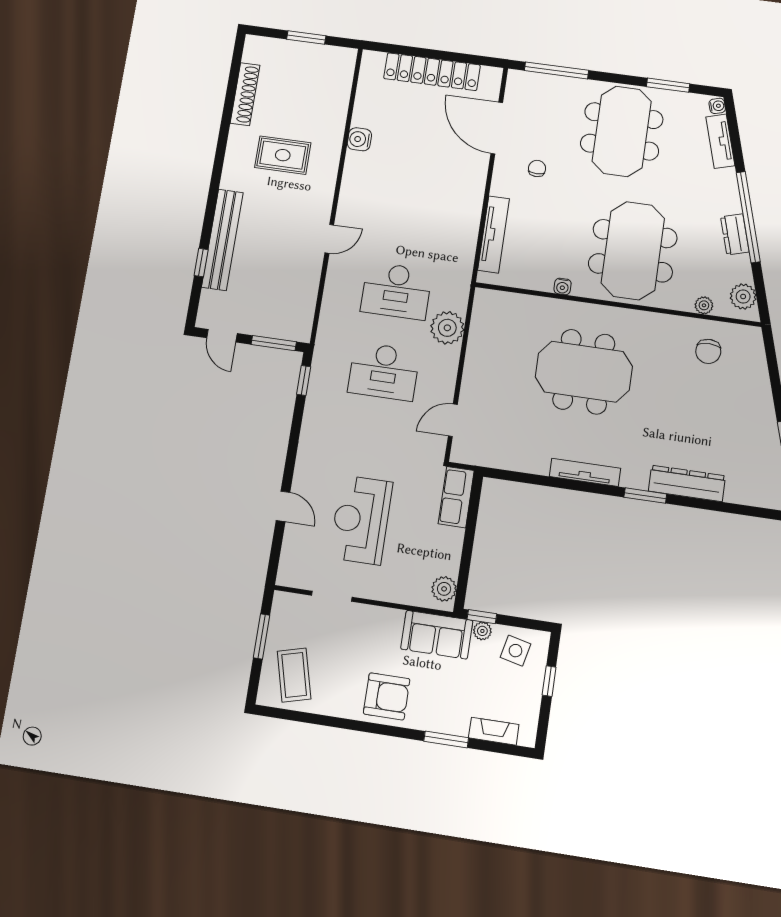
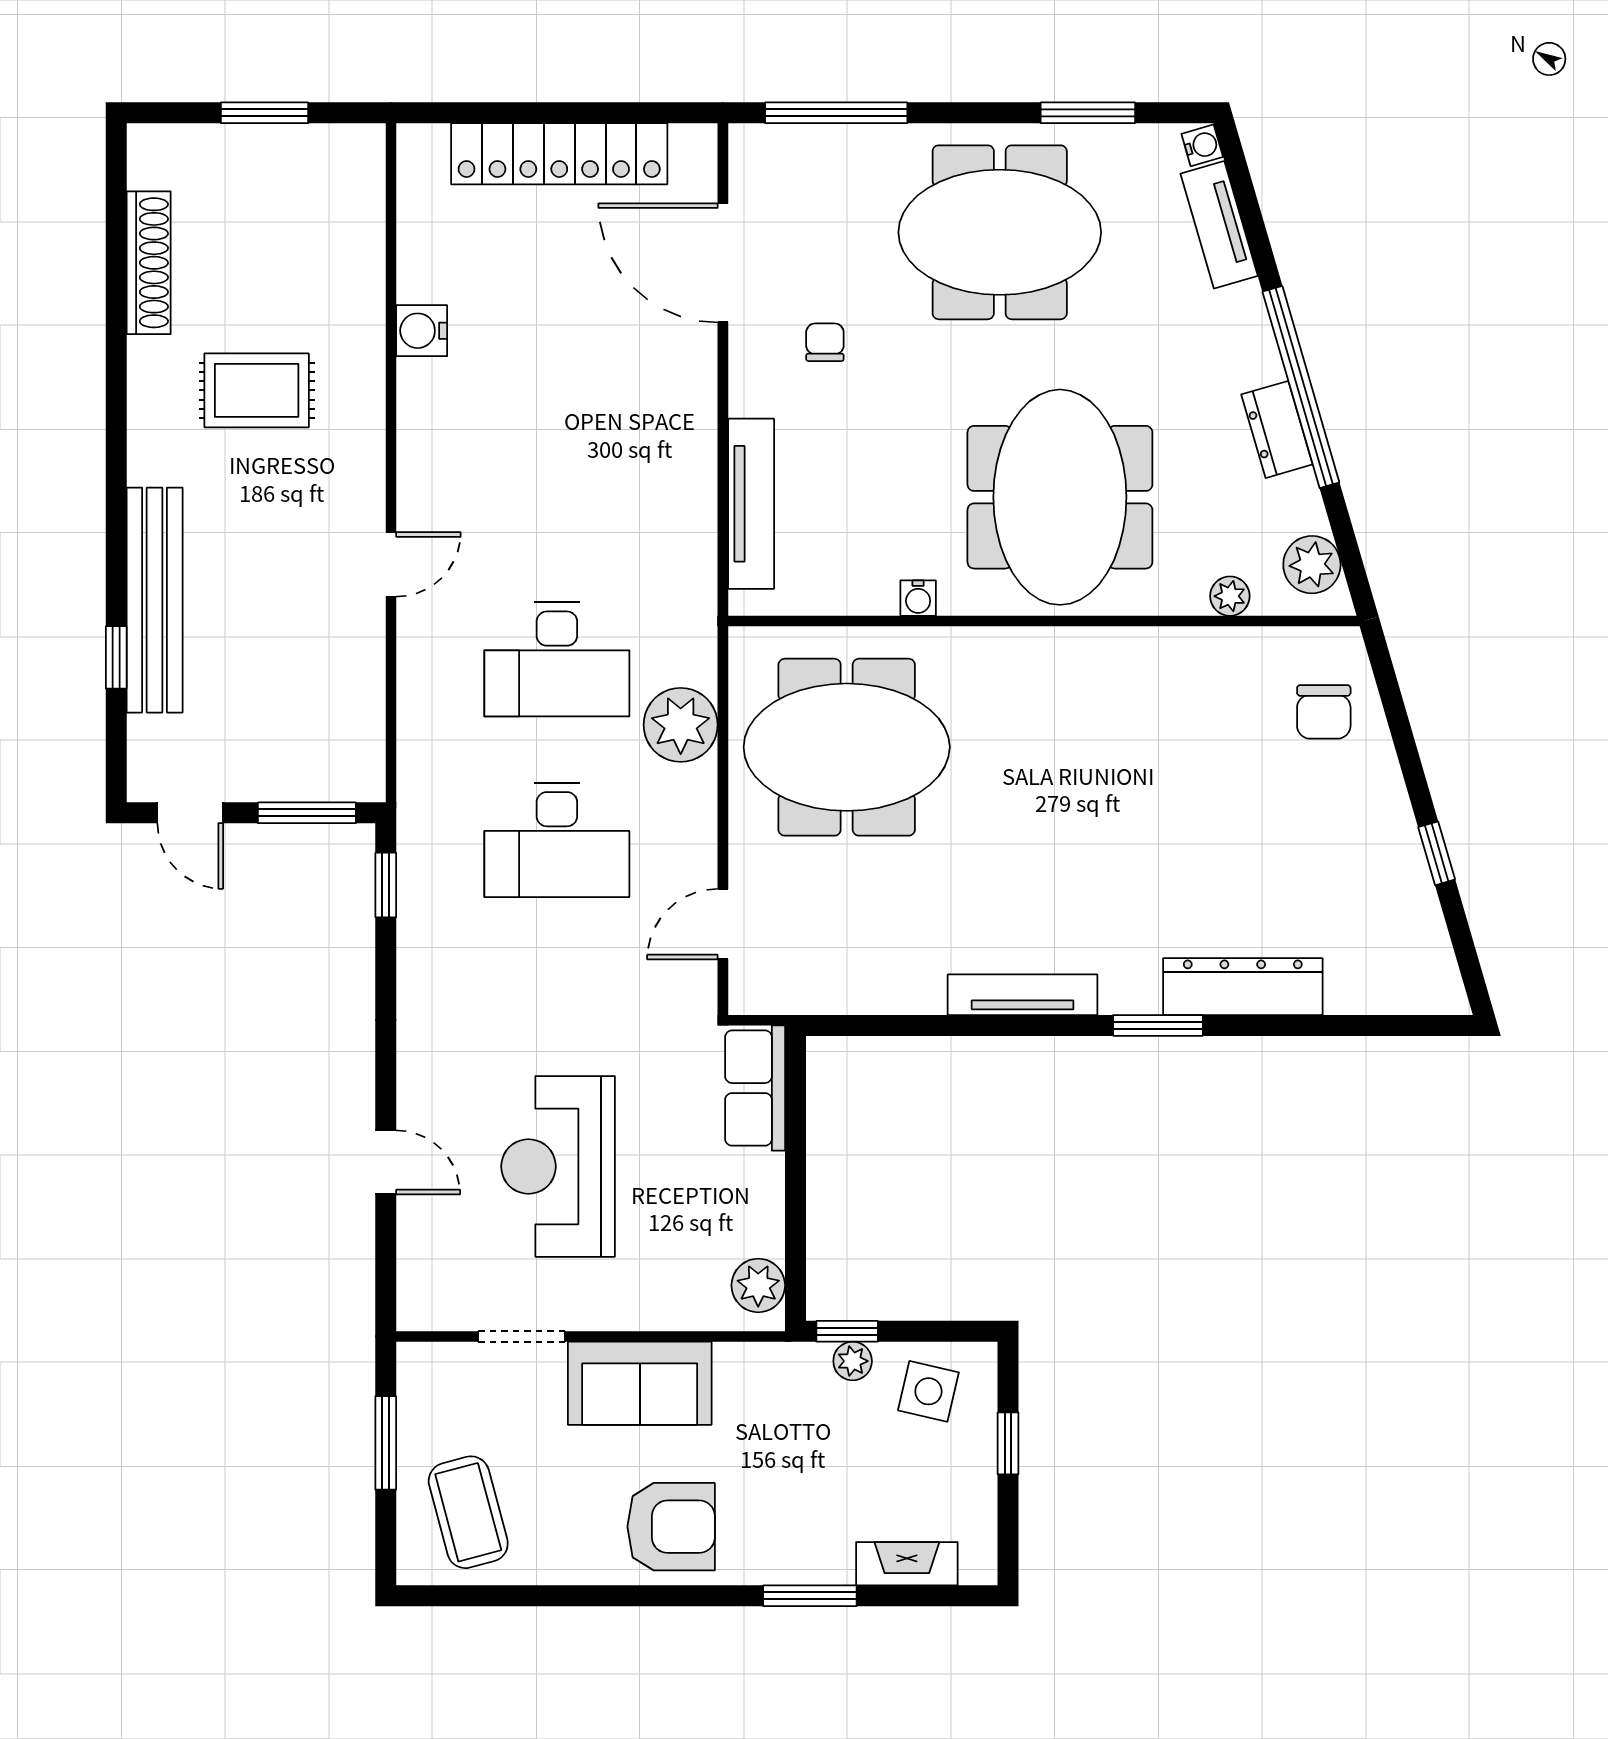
meeting table: (622, 131) -> (1000, 232), turned 90
chair: (708, 351) -> (1324, 712), moved
meeting table: (584, 372) -> (847, 747), moved
sofa: (437, 635) -> (640, 1383), moved

